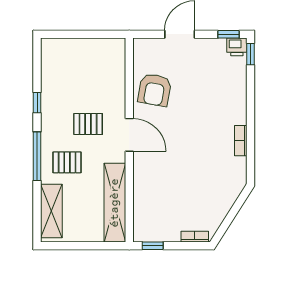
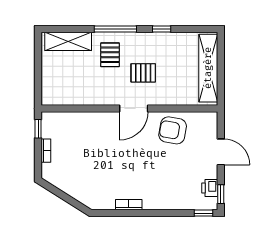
printer: (237, 47) -> (210, 188), moved
pallet: (88, 124) -> (143, 73), turned 90
shelving: (115, 203) -> (208, 68), moved, turned 90
bookcase: (195, 237) -> (46, 151), moved

